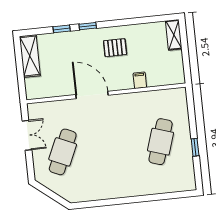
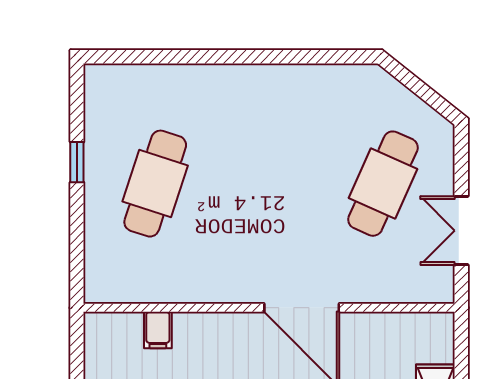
filing cabinet: (140, 80) -> (158, 330), moved

